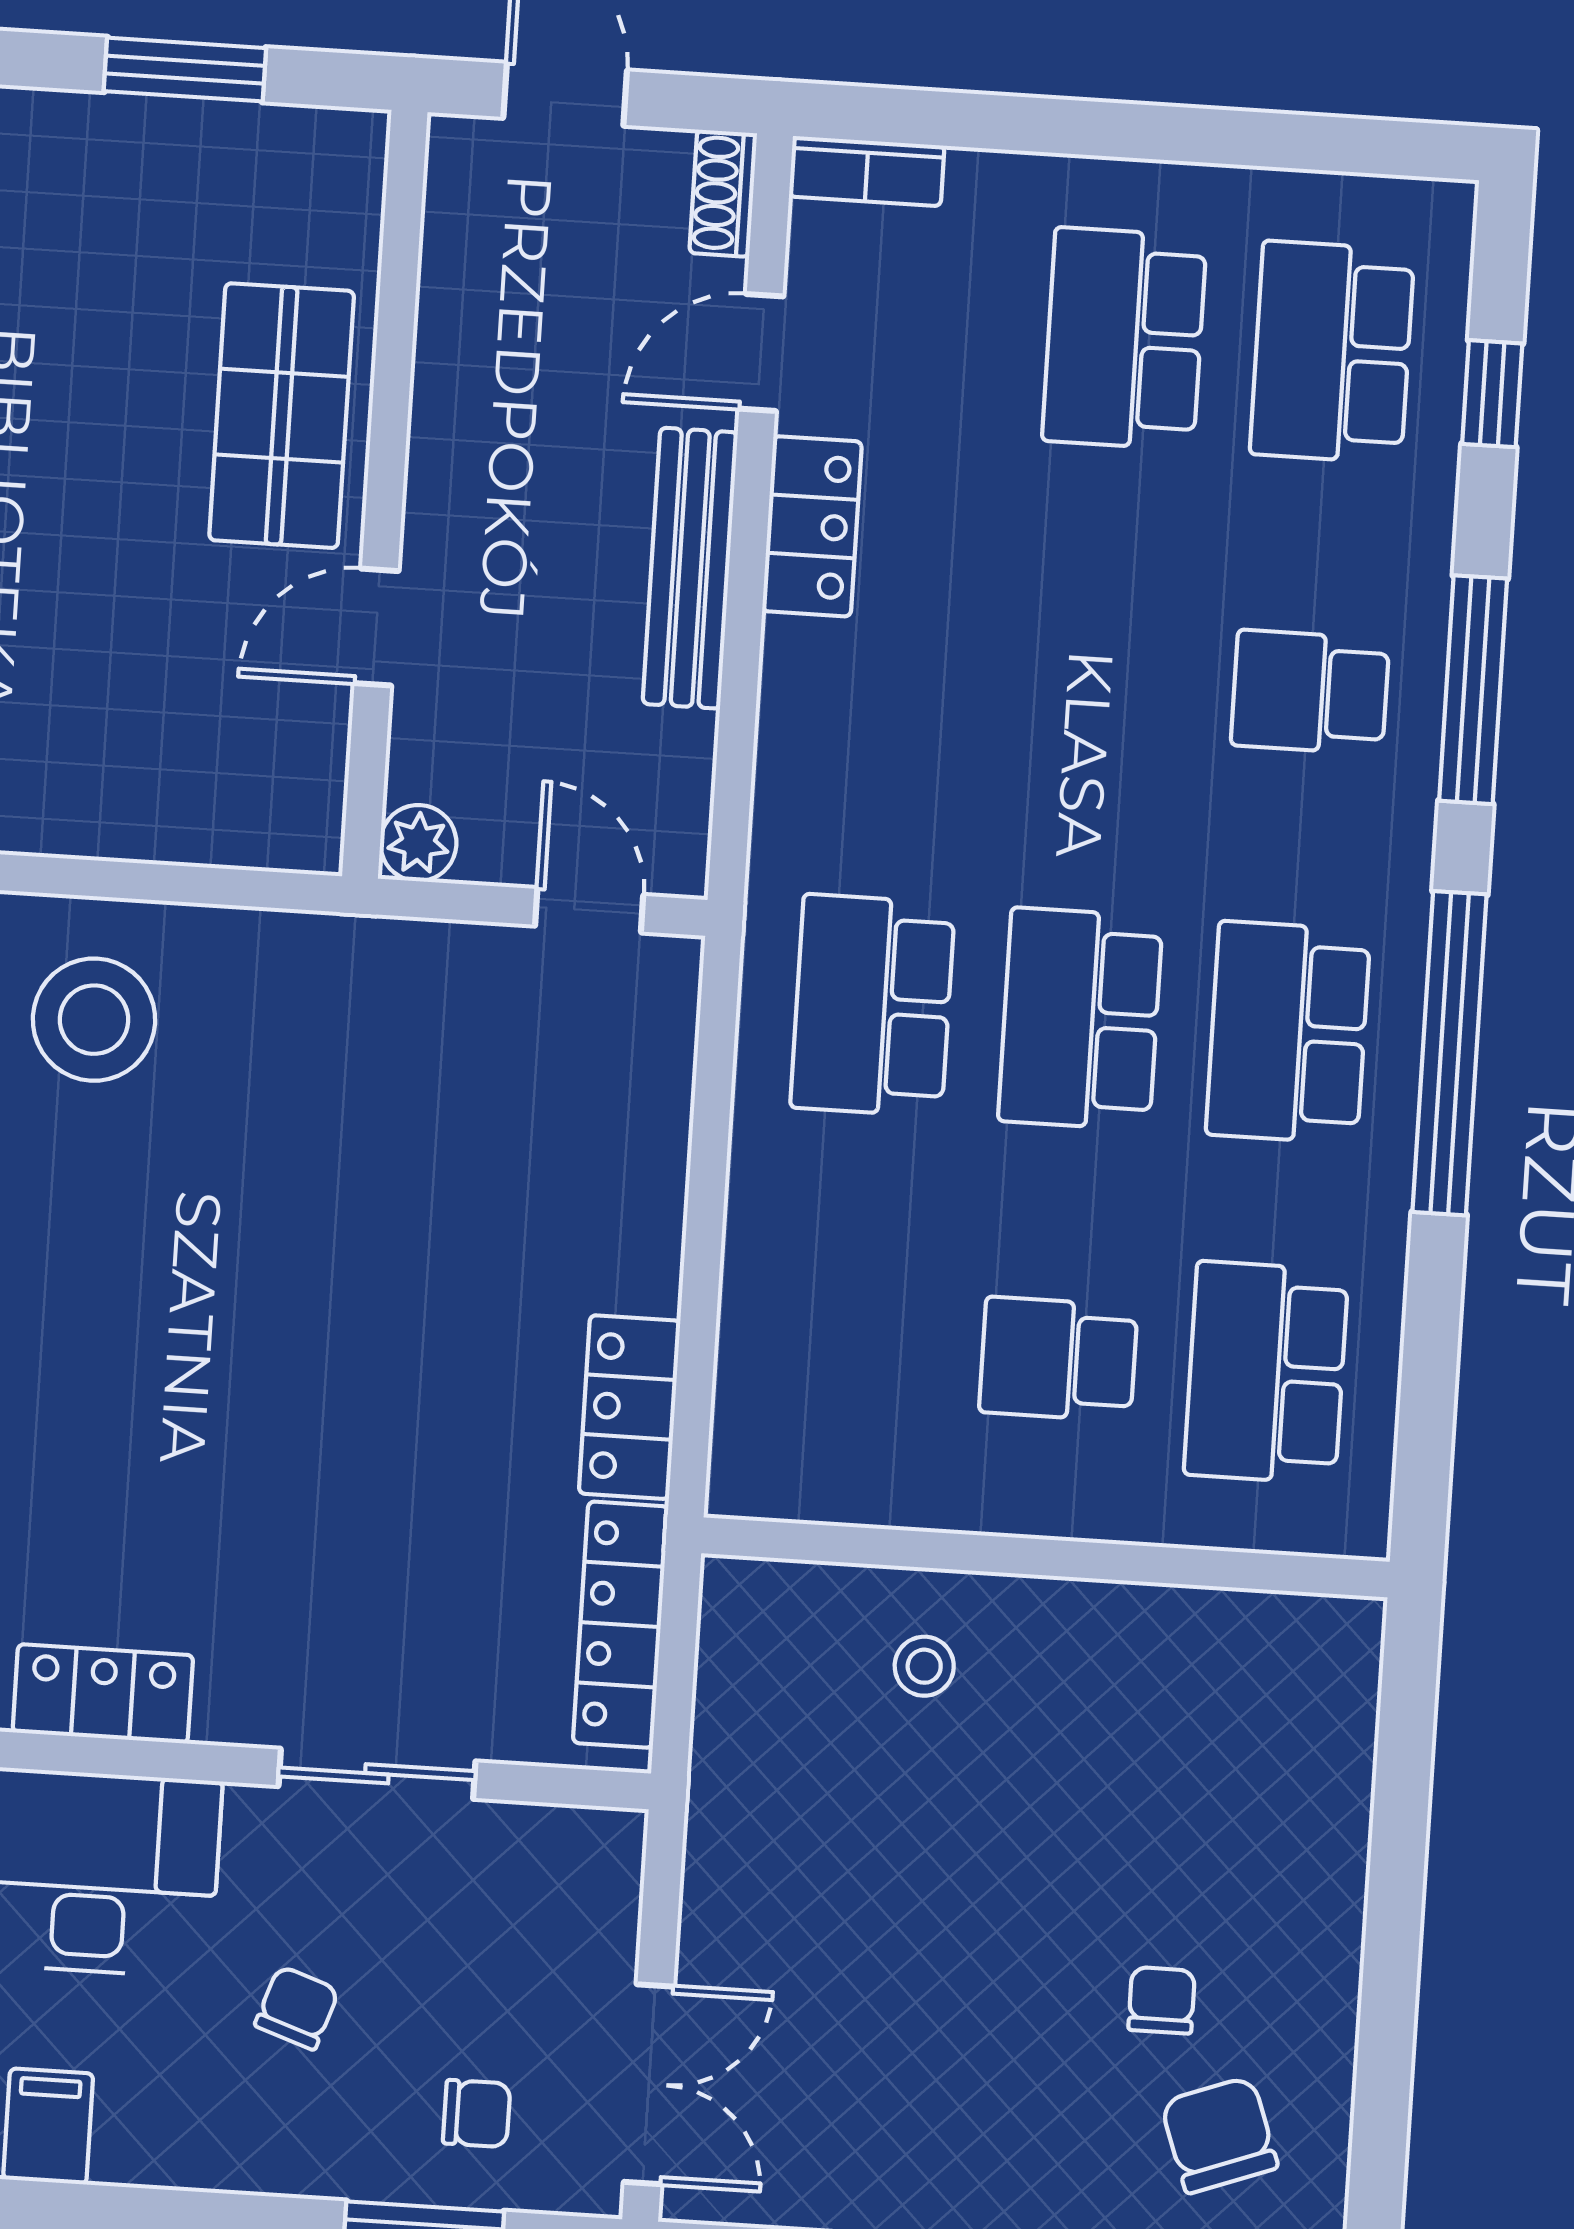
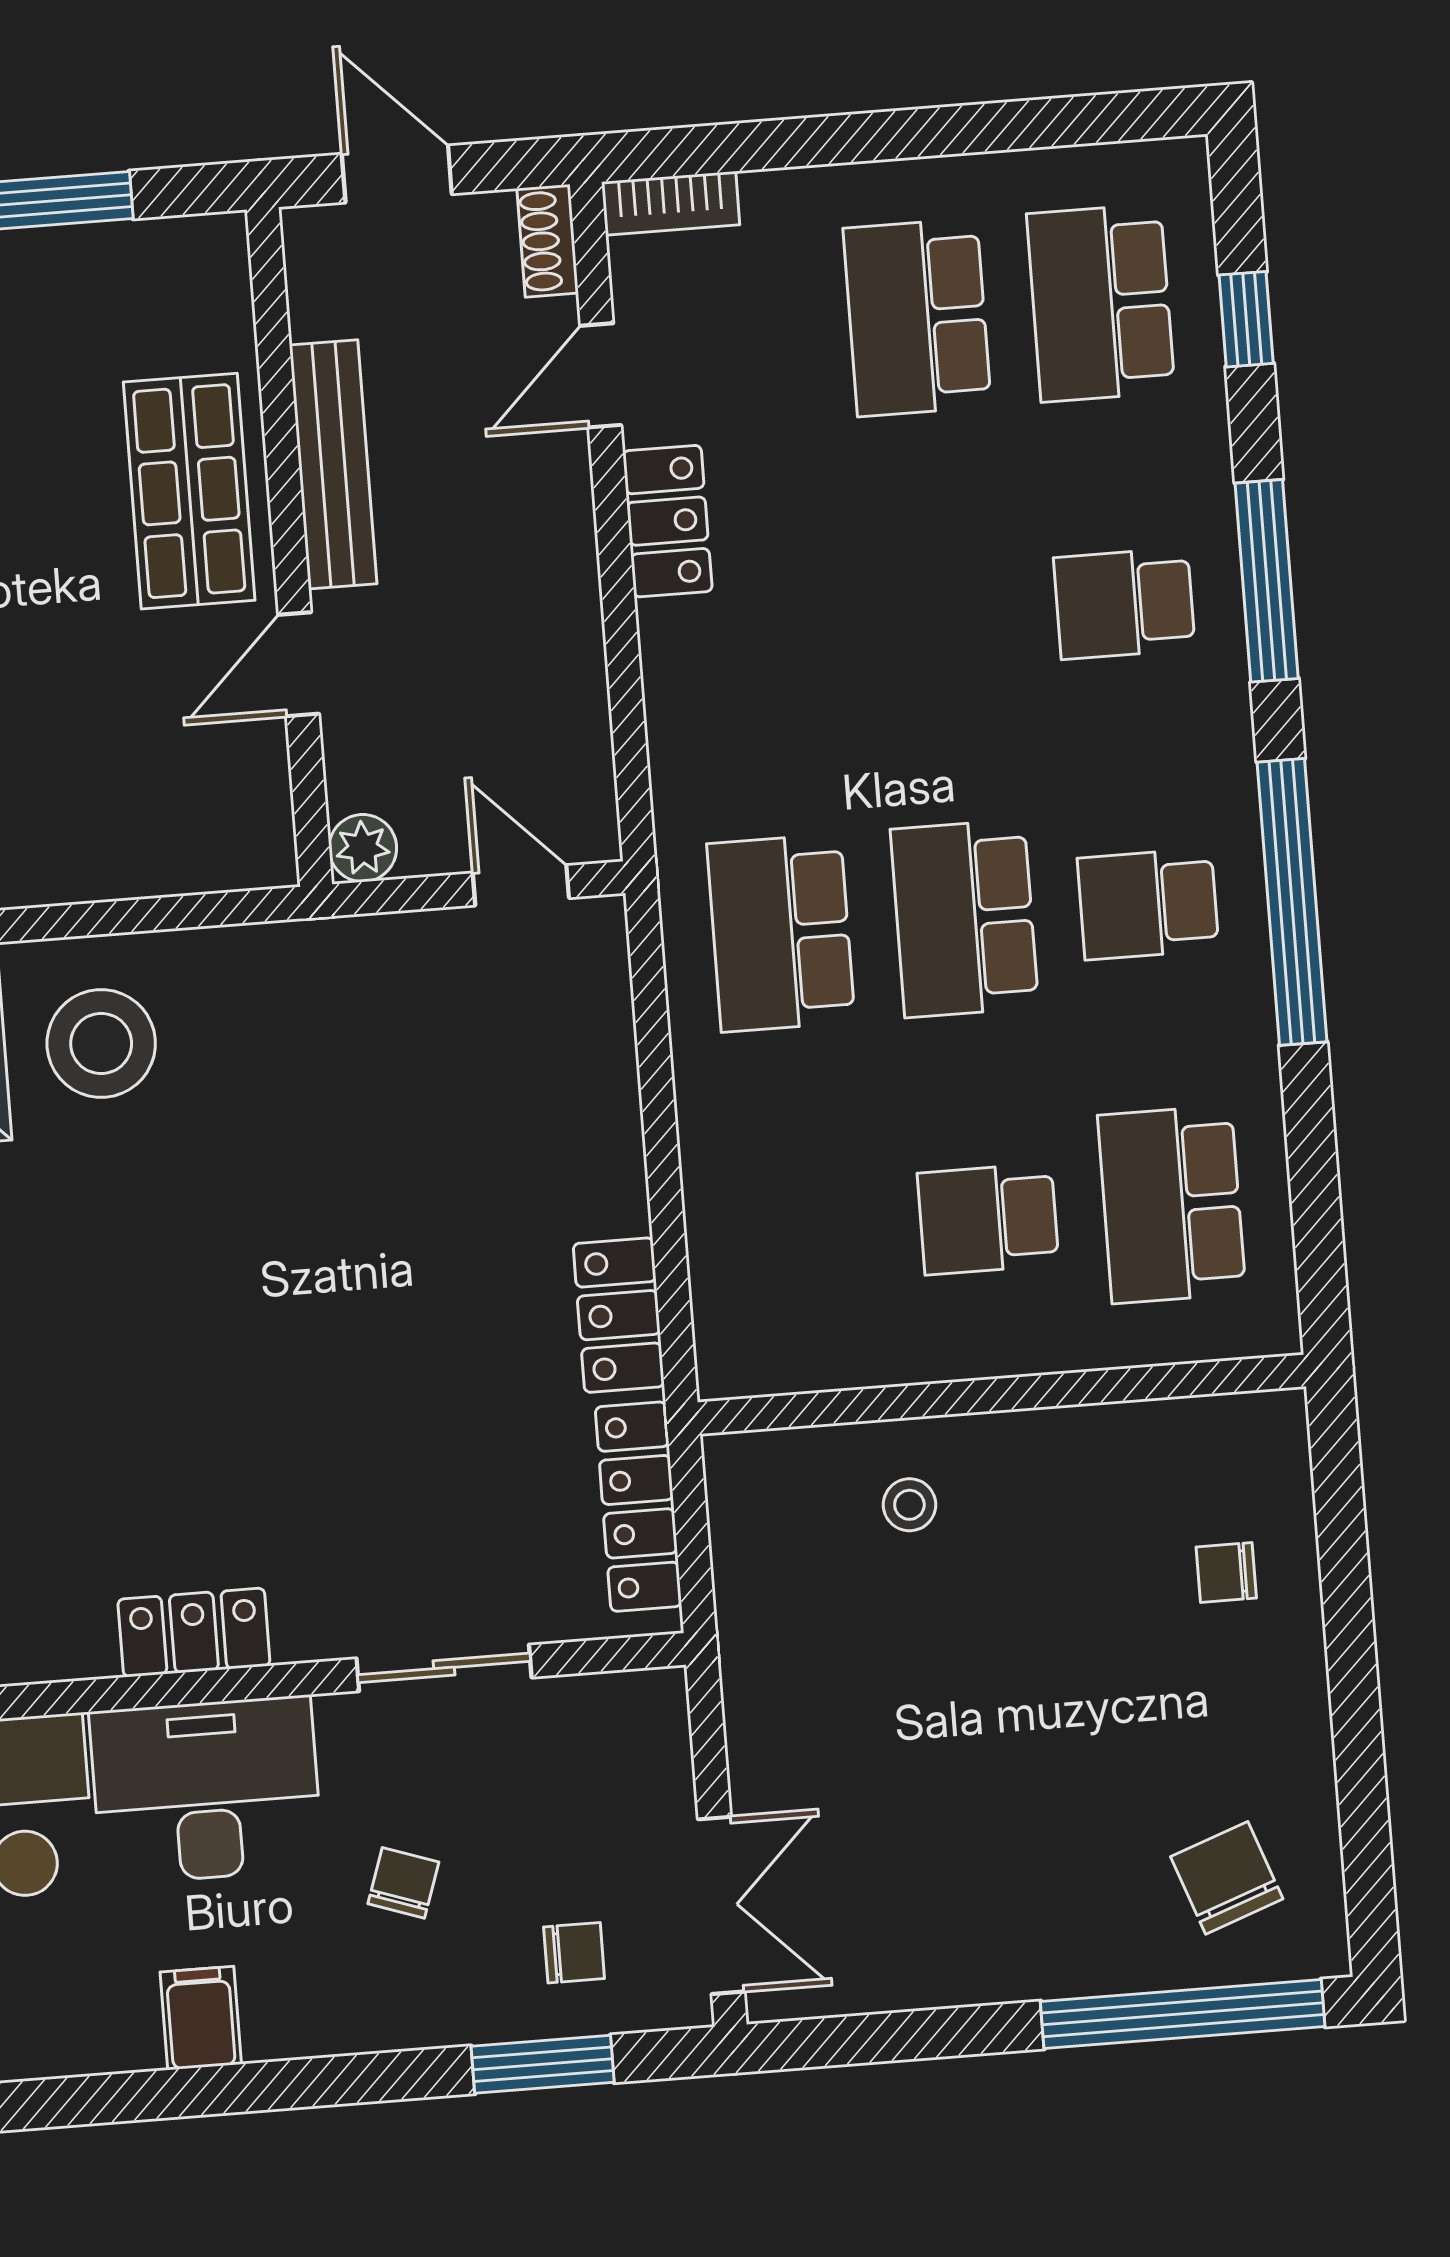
bench: (690, 568) -> (333, 464), moved
school desk: (1288, 1032) -> (1148, 904), width x0.54
chair: (1162, 2000) -> (1226, 1572), moved, turned -90

